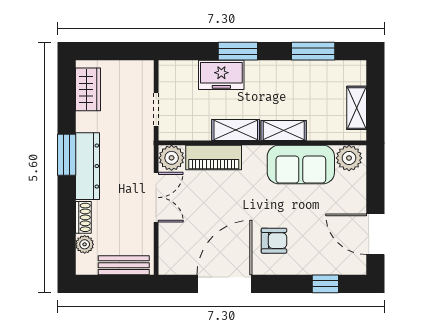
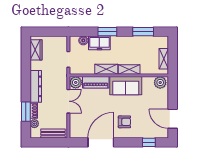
boiler: (187, 70) -> (83, 40), added
window: (67, 155) -> (26, 112), moved
sofa: (301, 165) -> (126, 86), moved

